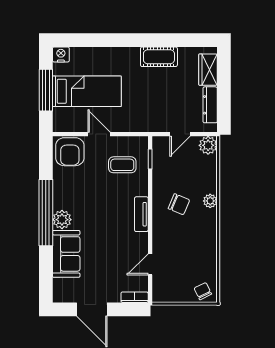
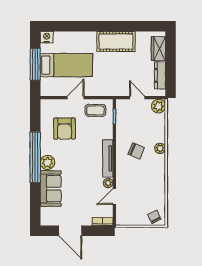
cot: (159, 57) -> (116, 41), width x1.37, depth x1.34
door: (99, 134) -> (76, 98), hinge flipped
door: (180, 134) -> (137, 98), swing flipped
armchair: (70, 152) -> (65, 129), moved
coffee table: (122, 165) -> (95, 110), moved
tv unit: (141, 214) -> (108, 158), width x1.41
plant: (142, 247) -> (108, 183), added

